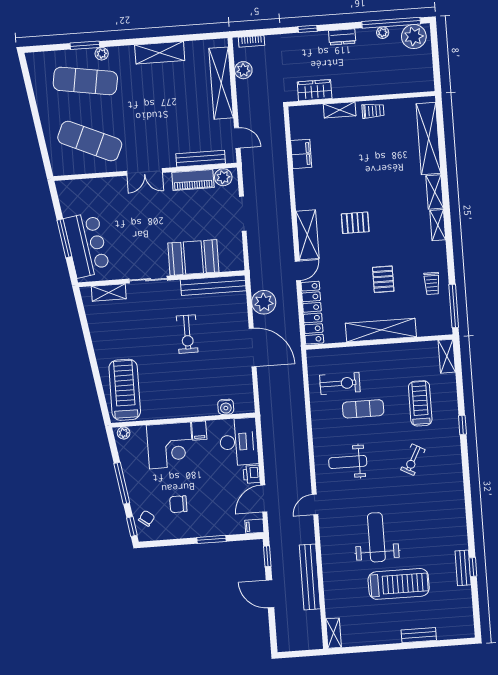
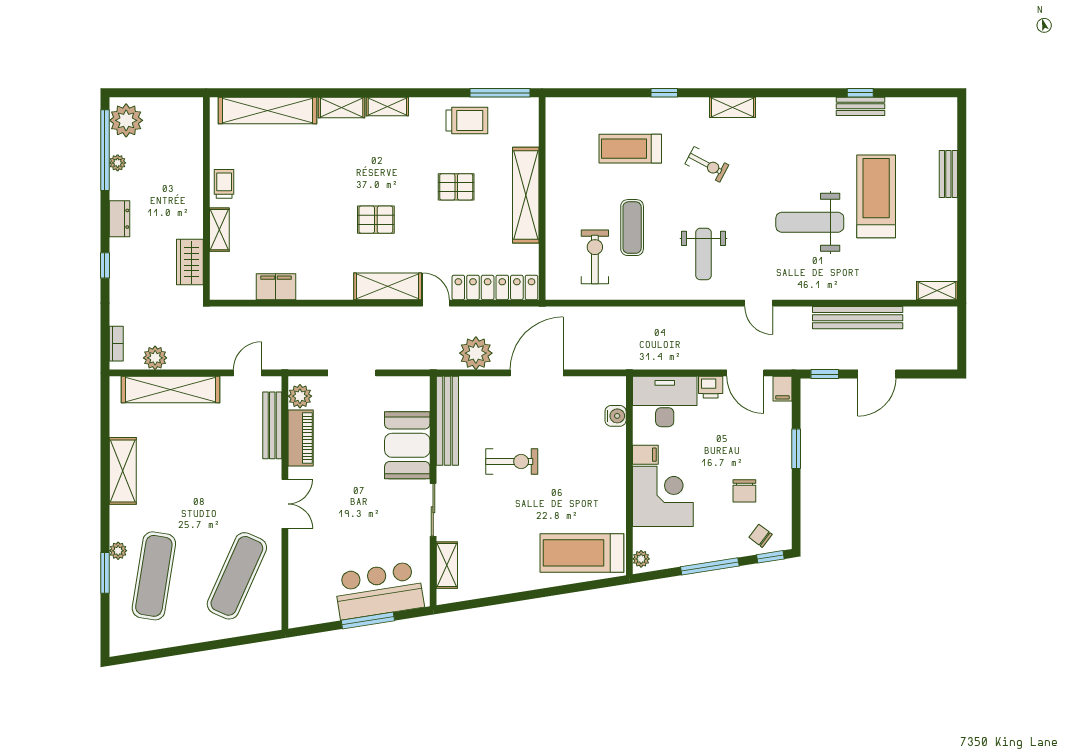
pallet: (355, 223) -> (376, 220), turned 90
trolley: (432, 283) -> (467, 121), width x1.36, depth x1.39
shelving: (447, 356) -> (733, 107), moved

